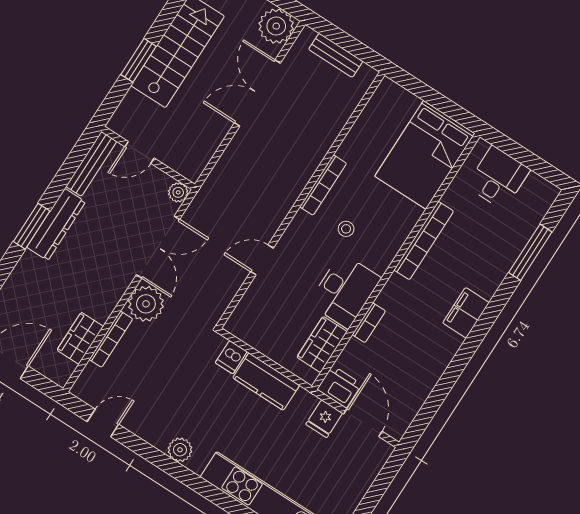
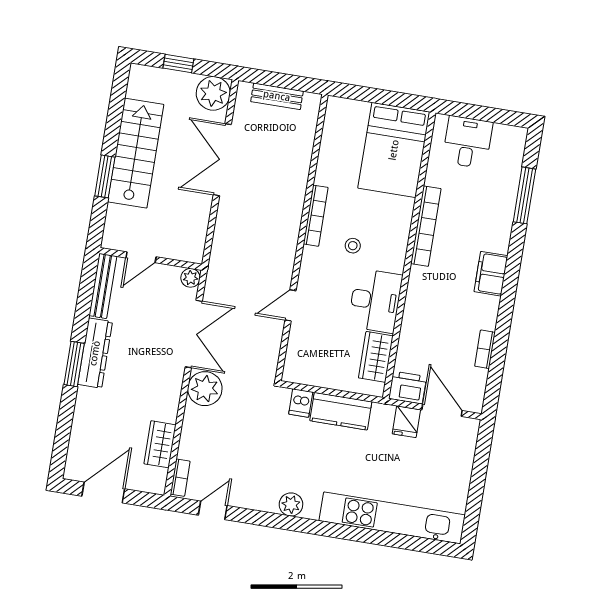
bookcase: (369, 323) -> (485, 349), moved, turned 180
bookcase: (111, 339) -> (180, 478), moved, width x0.64

